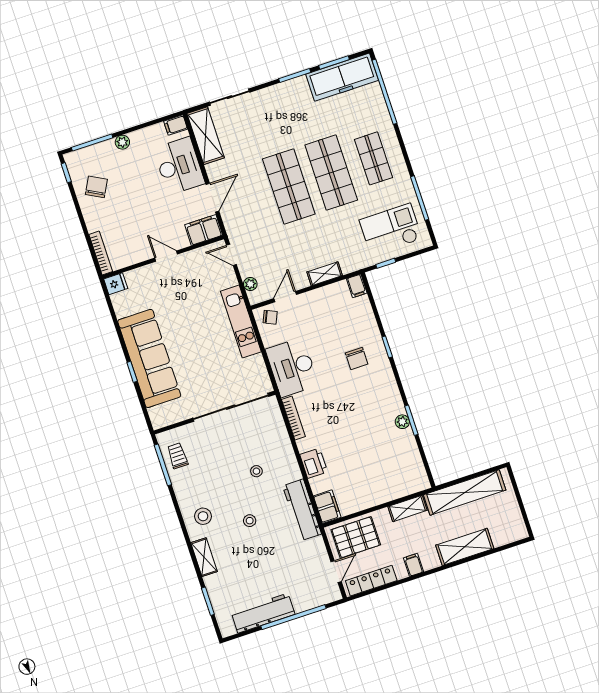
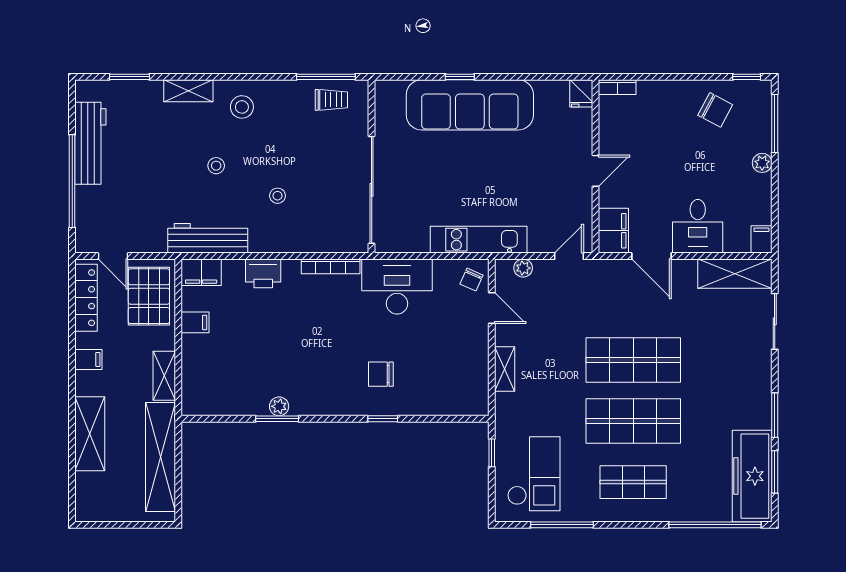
desk: (179, 166) -> (698, 226), width x0.73
bookcase: (101, 253) -> (617, 87), width x0.64
filing cabinet: (357, 286) -> (195, 322), moved, turned 180

